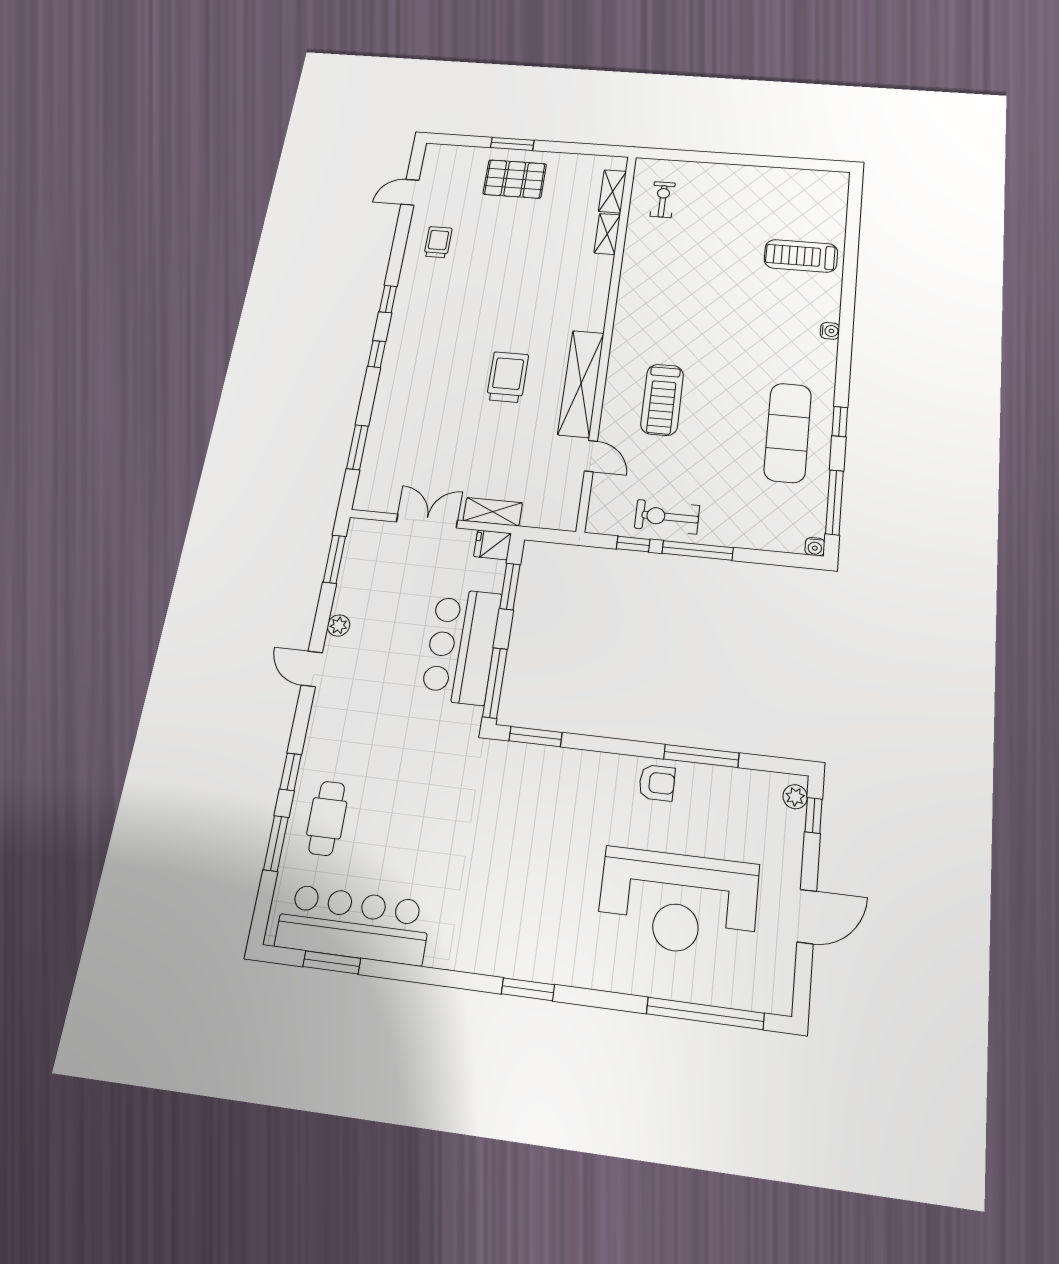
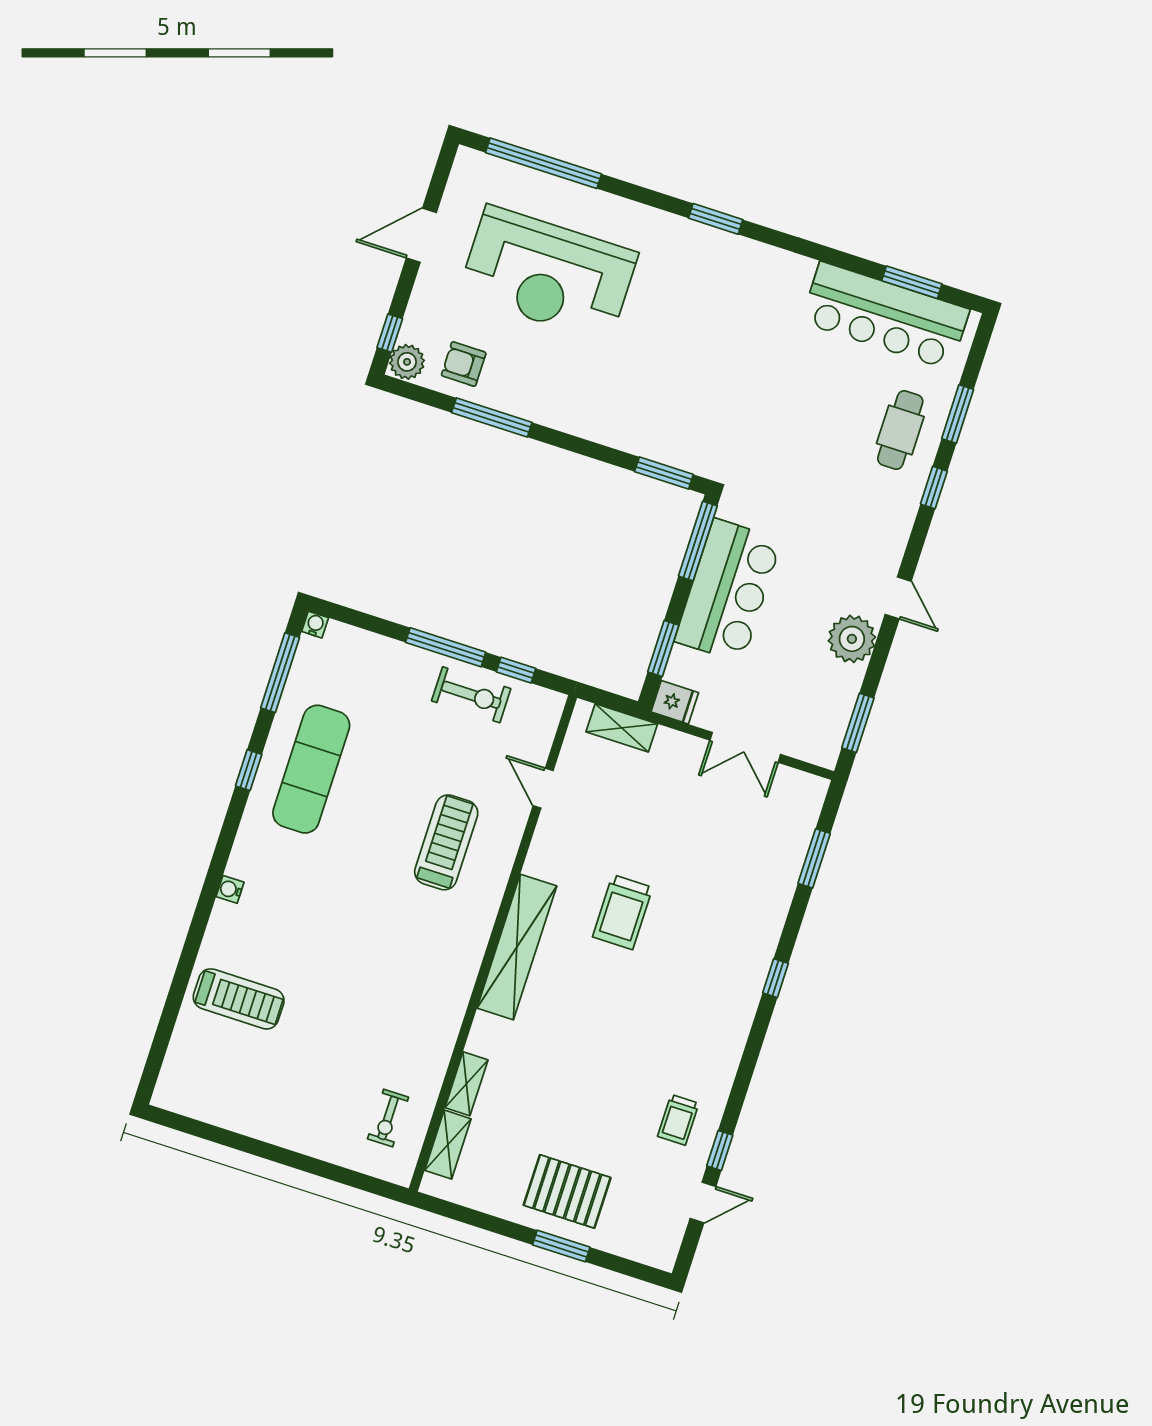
window: (388, 299) -> (720, 1151), moved
shelving: (581, 383) -> (517, 947), moved
shelving: (493, 512) -> (622, 728), moved
plant: (339, 625) -> (852, 639), width x1.88, depth x1.88
armchair: (657, 783) -> (464, 364), moved
plant: (795, 797) -> (407, 362), width x1.38, depth x1.38
reception desk: (678, 902) -> (548, 274), turned 180

